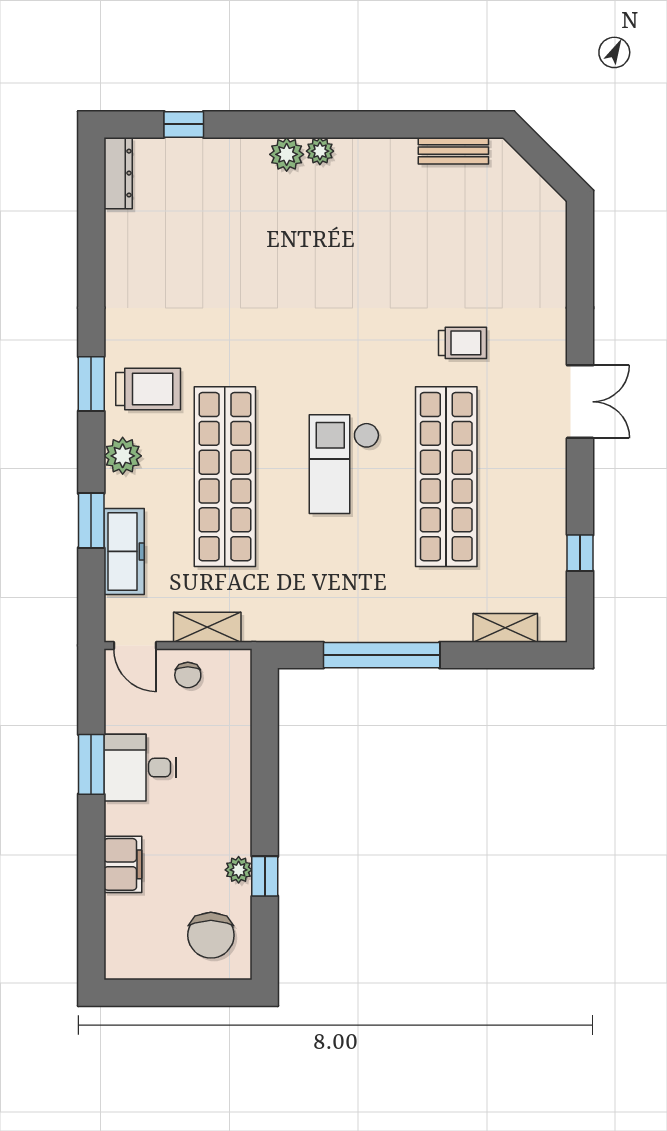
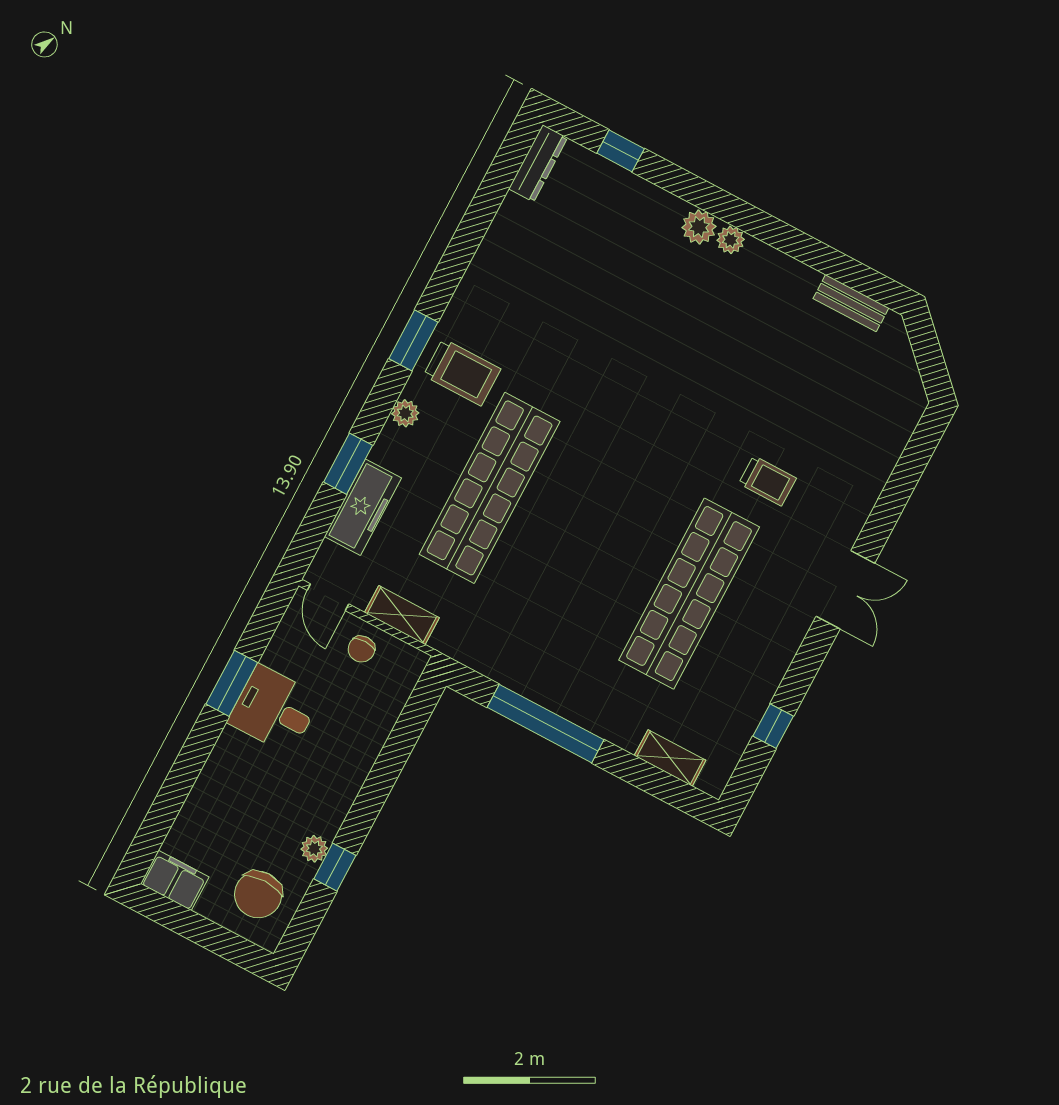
plant: (123, 456) -> (405, 413), width x0.73, depth x0.73
checkout: (344, 464) -> (603, 533), removed
filing cabinet: (123, 864) -> (175, 880), moved, turned -90

